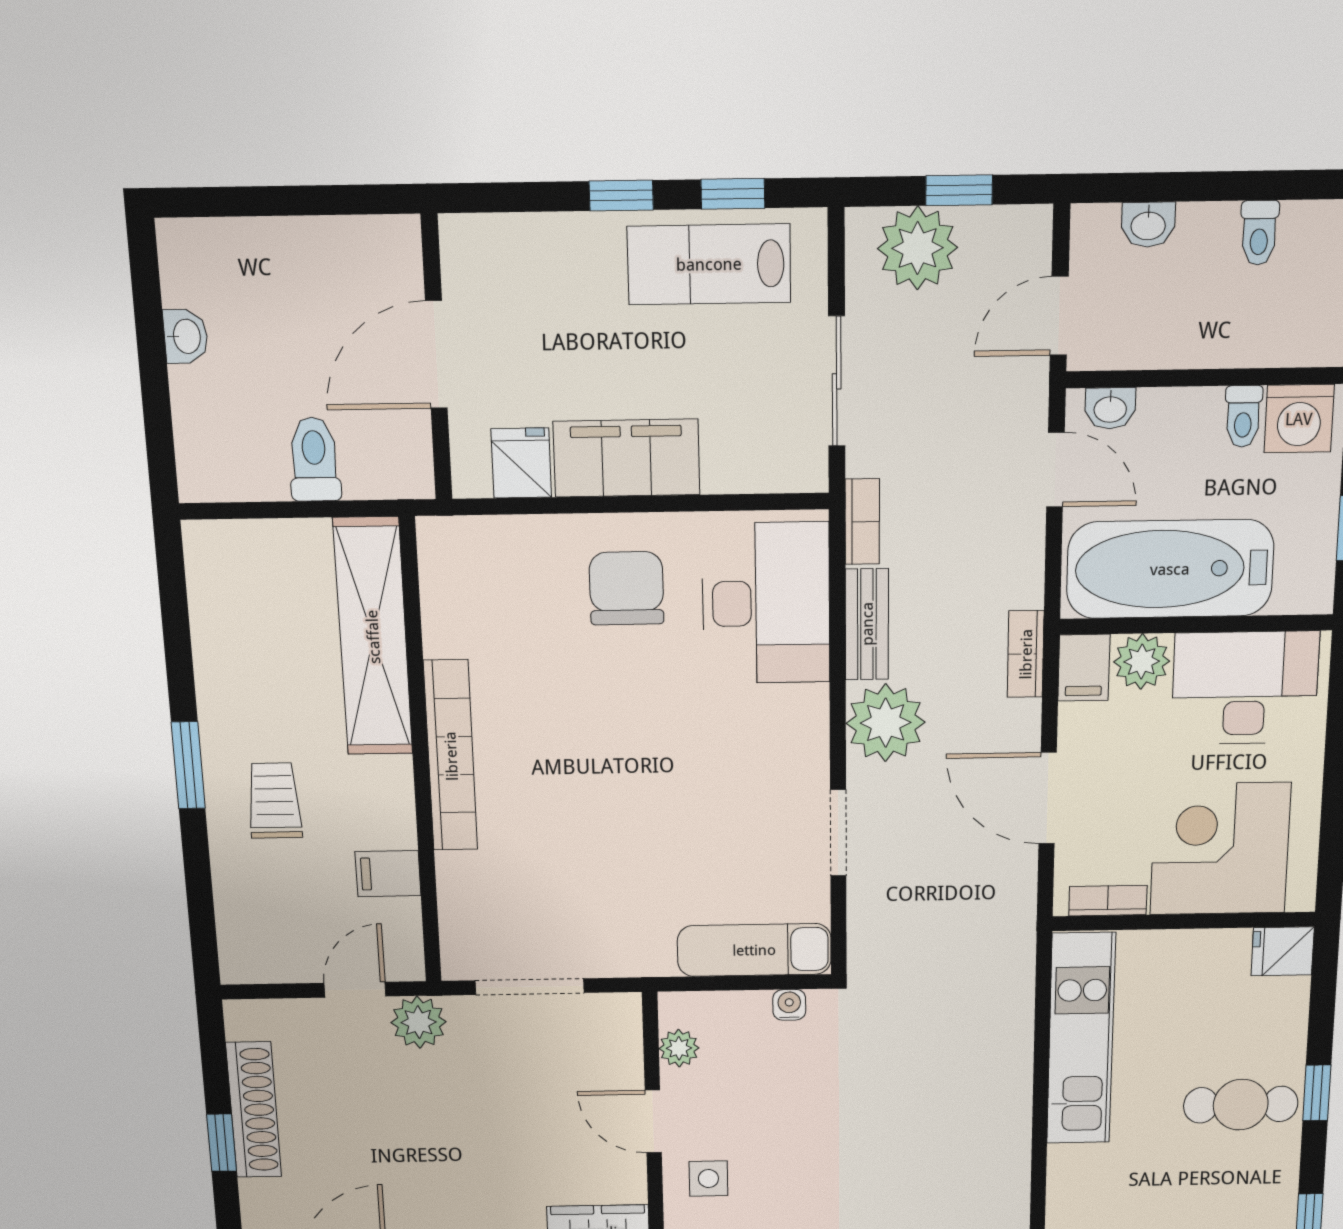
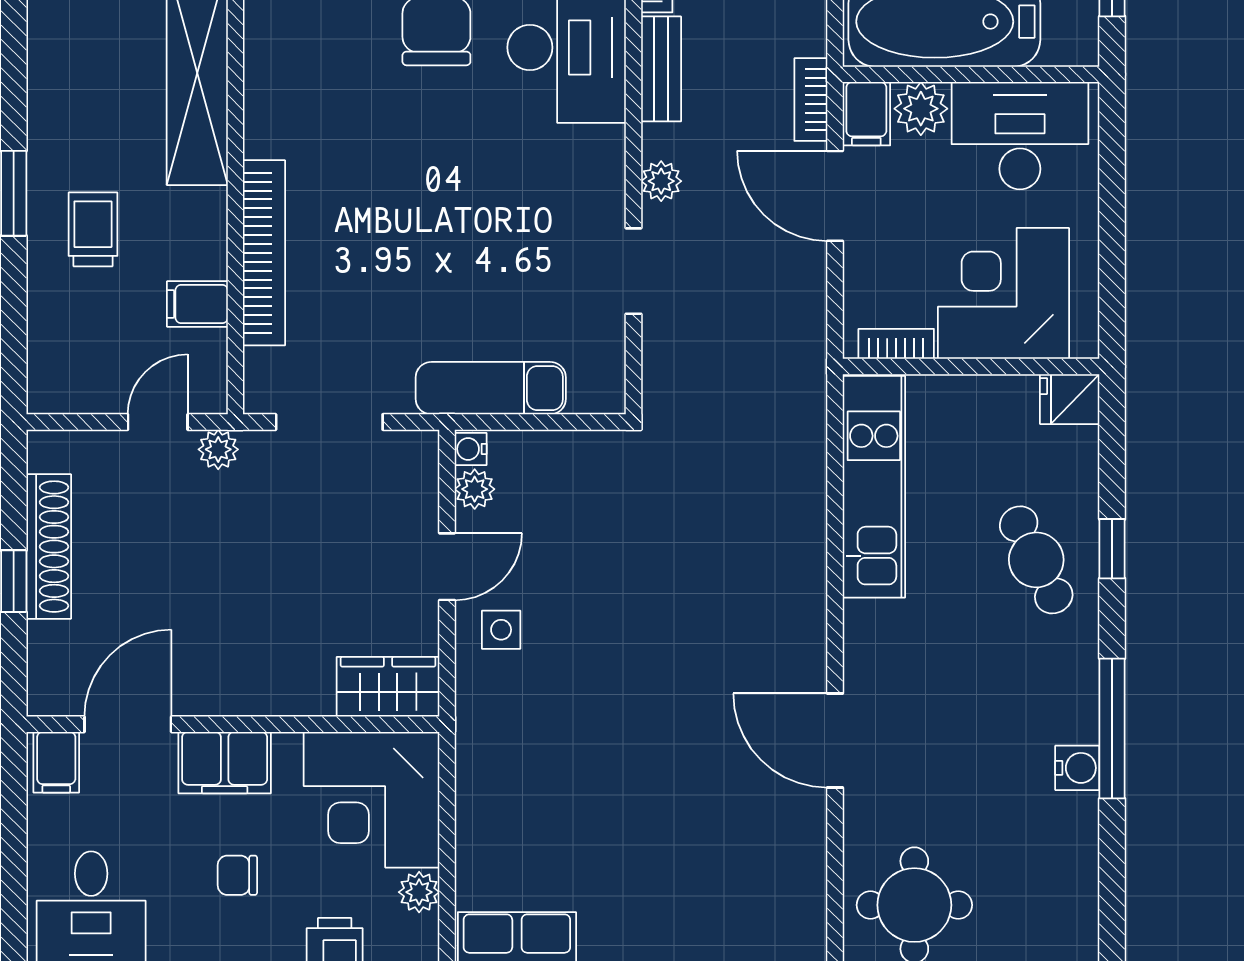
plant: (886, 723) -> (661, 181), width x0.53, depth x0.53
bookcase: (451, 756) -> (264, 253), moved
door: (1048, 798) -> (835, 196), moved
exam couch: (754, 950) -> (491, 388), moved
water cooler: (789, 1005) -> (471, 449), moved, turned -90
plant: (419, 1022) -> (218, 449), width x0.73, depth x0.73
cafe table: (1241, 1105) -> (1036, 560), turned 64
door: (653, 1121) -> (447, 567), swing flipped

